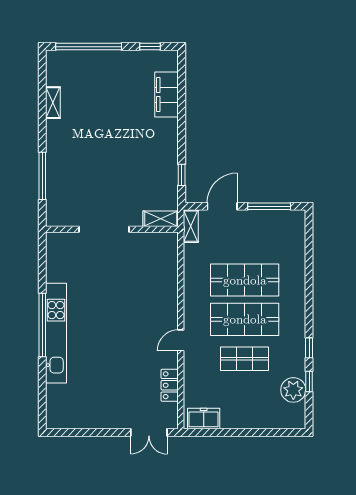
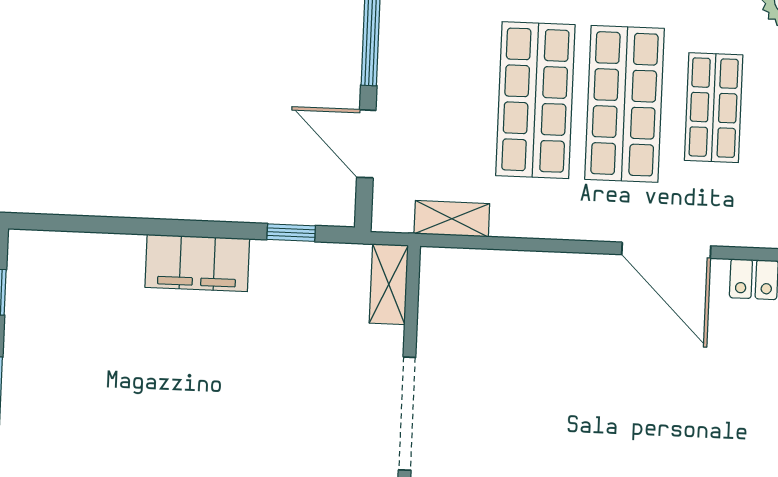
filing cabinet: (166, 95) -> (197, 263), moved
shelving: (191, 226) -> (452, 219), moved
door: (181, 340) -> (666, 250), width x1.87

